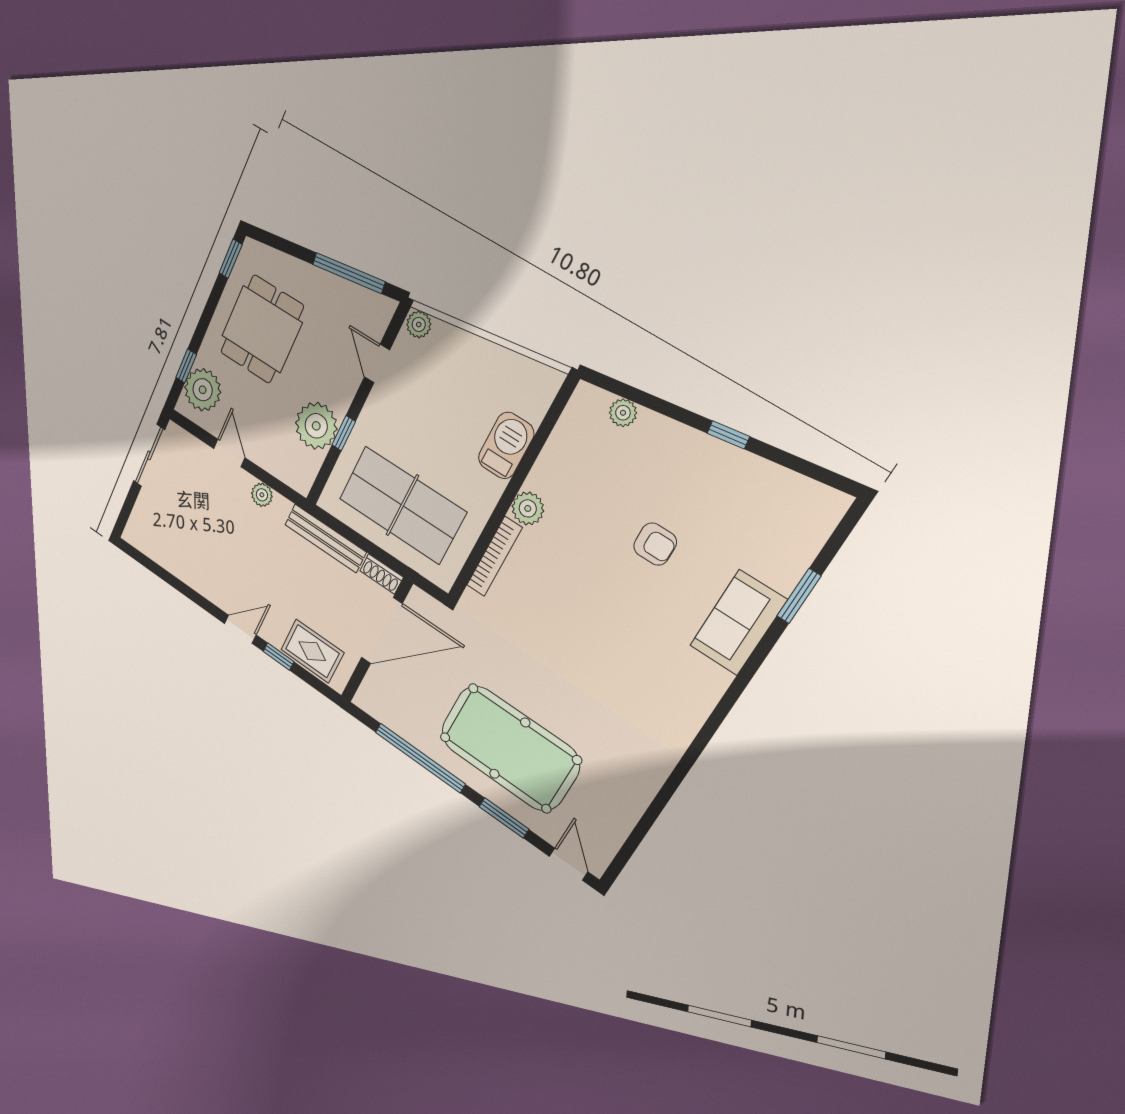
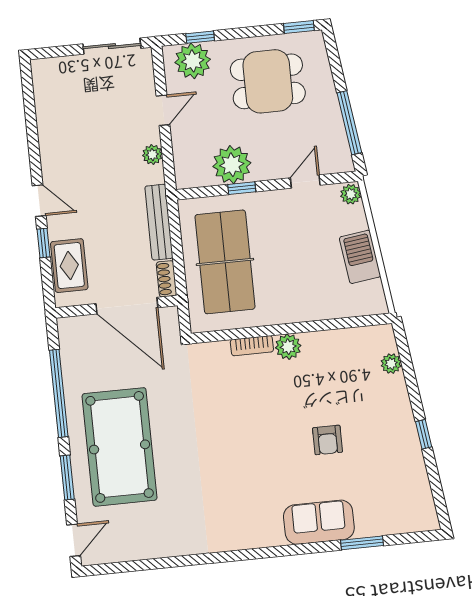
barbecue: (506, 446) -> (360, 257), moved, turned -98
bookcase: (494, 557) -> (252, 346), width x0.64

